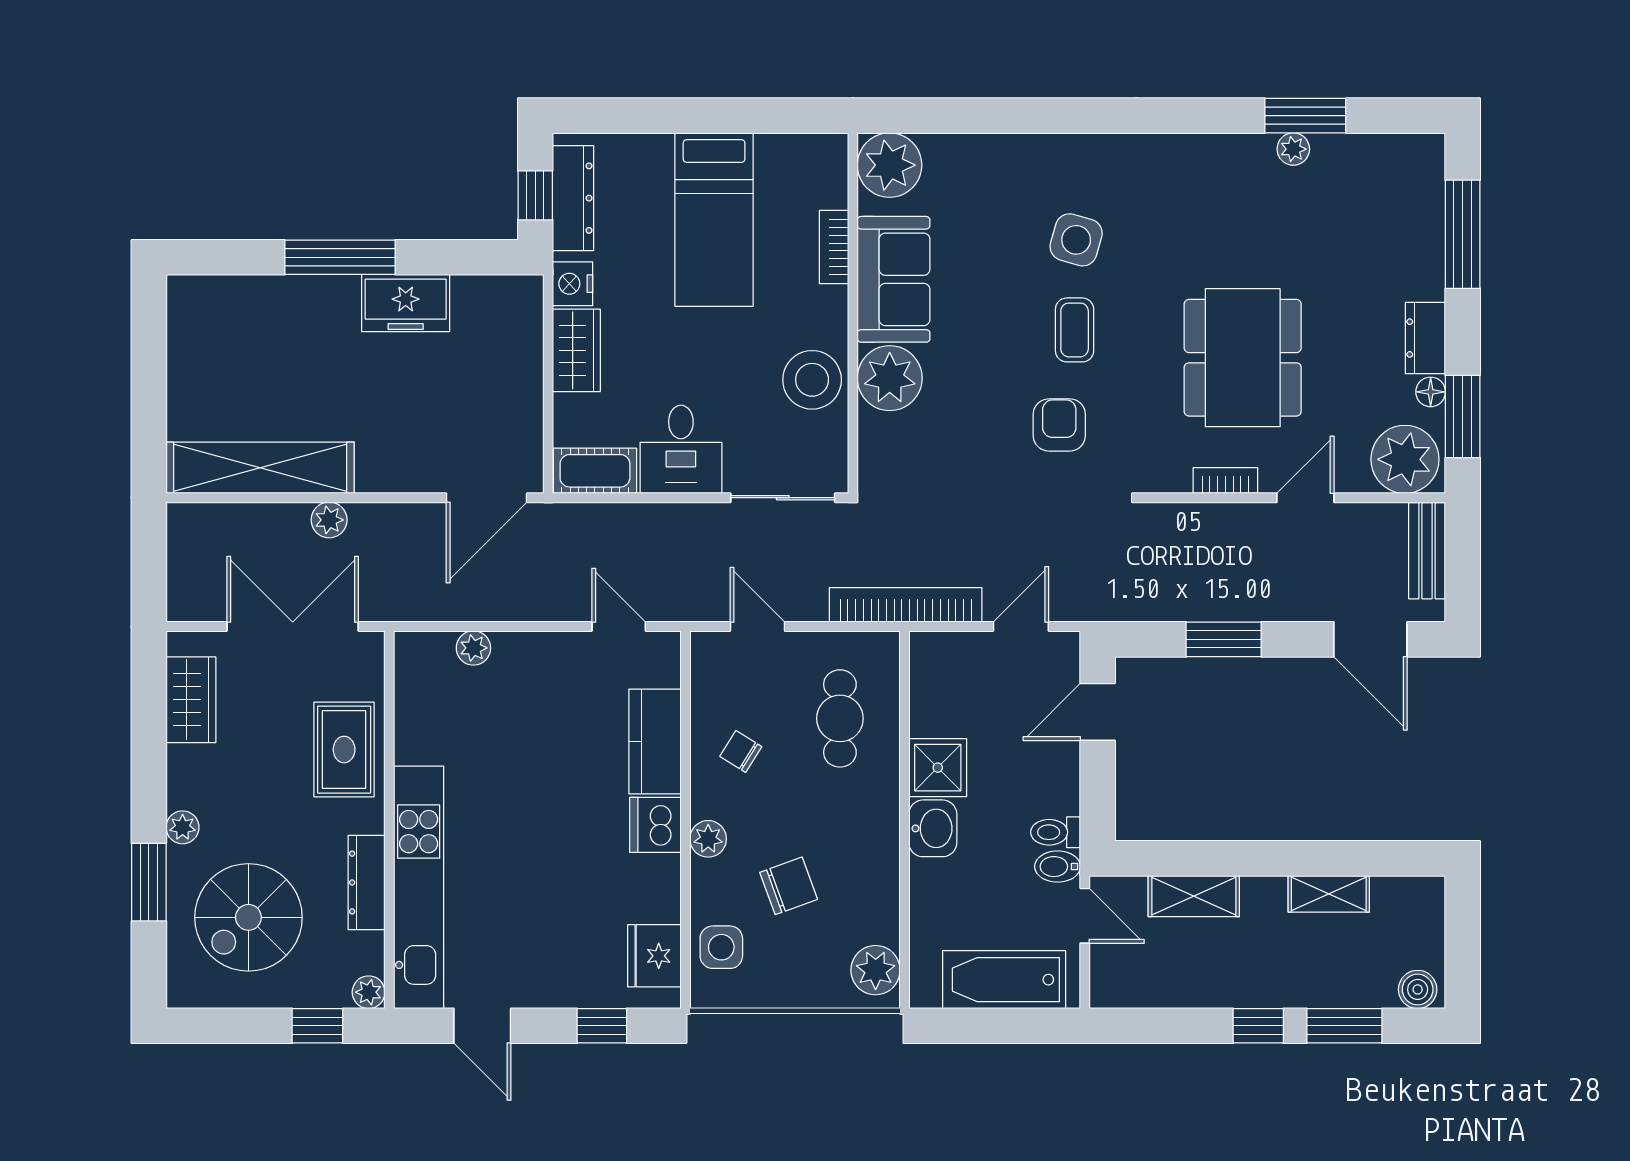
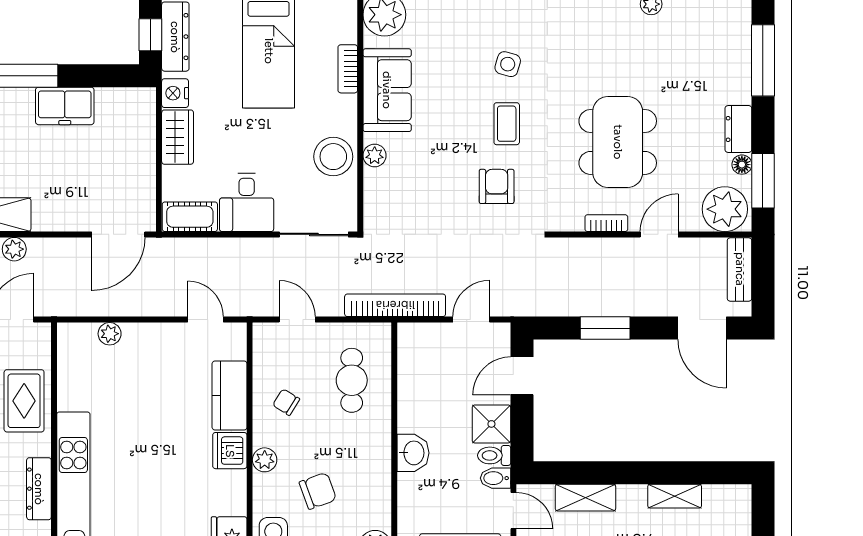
side table: (1076, 240) -> (508, 64), width x0.73, depth x0.73
plant: (890, 378) -> (375, 155), width x0.53, depth x0.53
shower: (938, 768) -> (491, 424), moved

